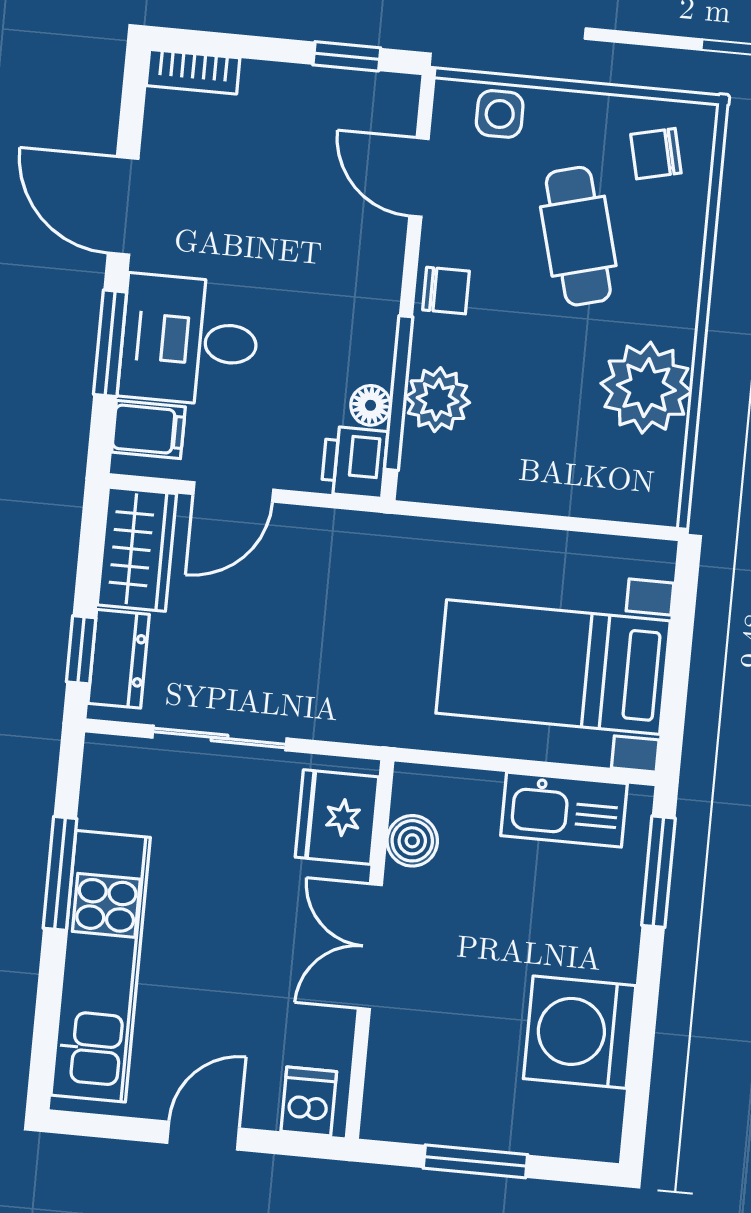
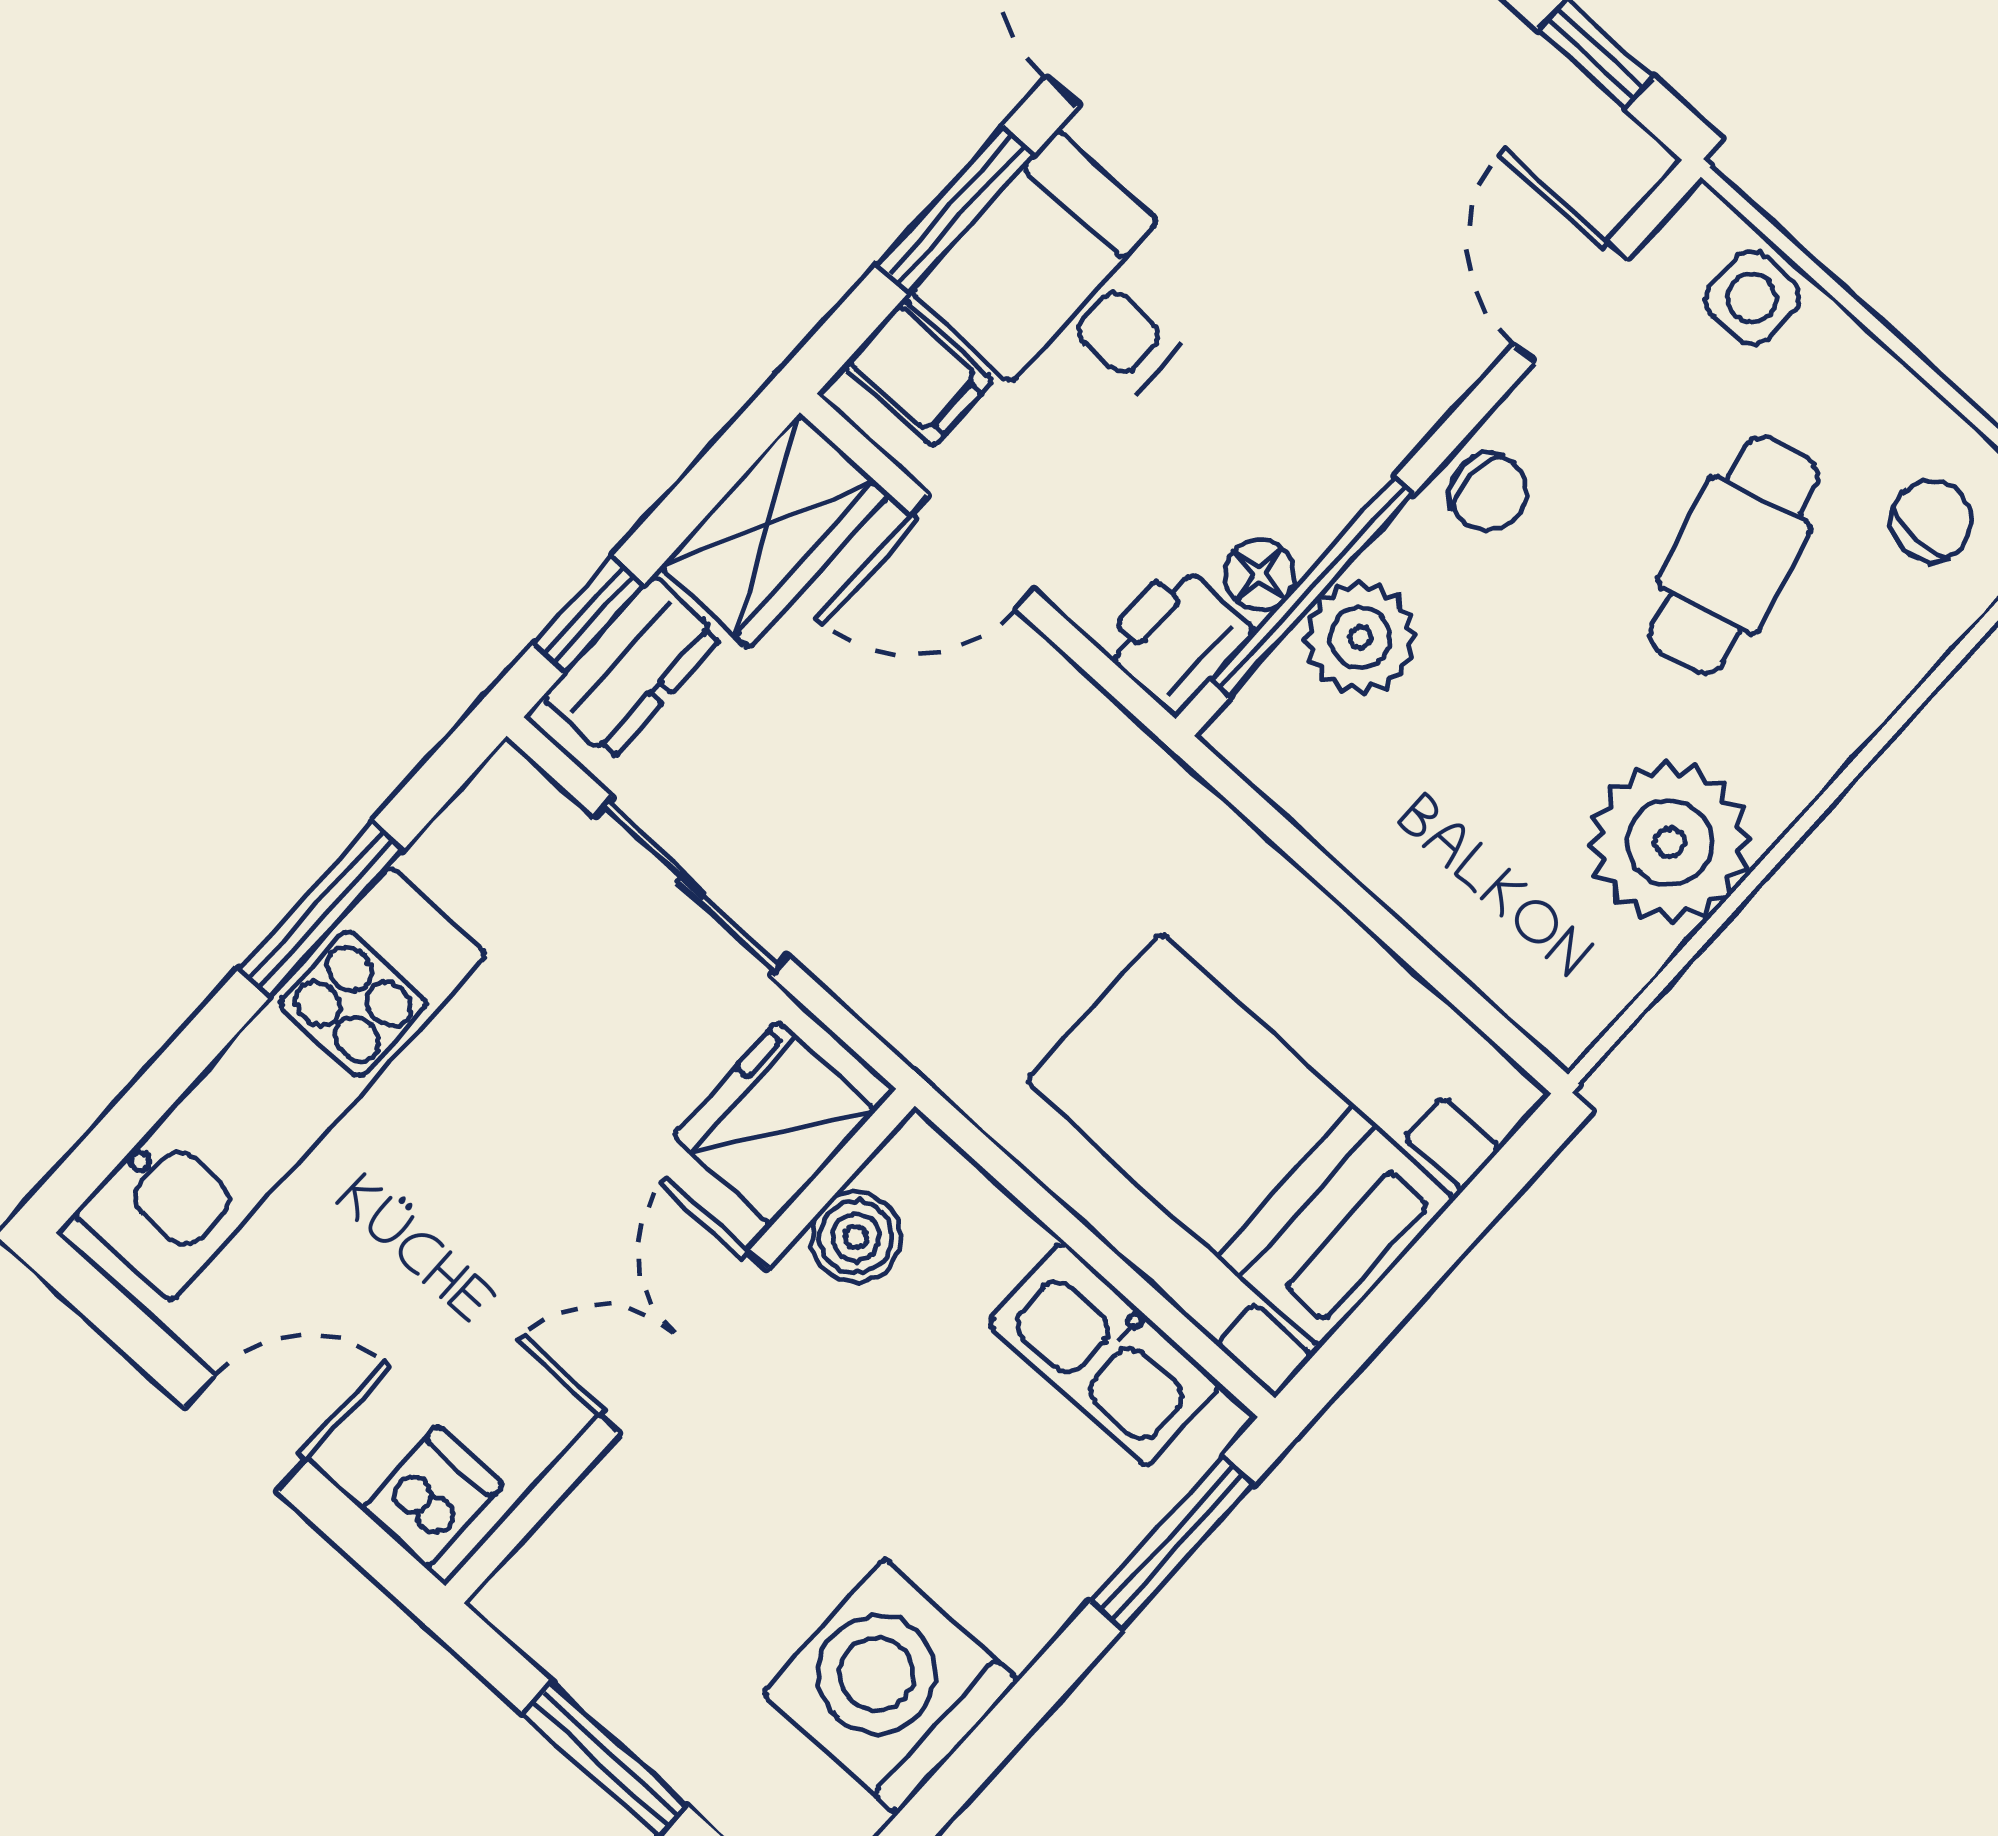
chair: (656, 154) -> (1932, 520), turned 103

